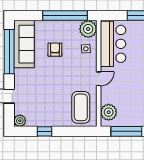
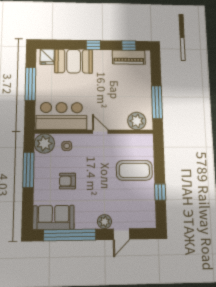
window: (65, 16) -> (28, 170), width x0.68
sofa: (24, 44) -> (53, 217), width x0.73
coffee table: (81, 107) -> (134, 170), moved
plant: (20, 121) -> (105, 222), moved

